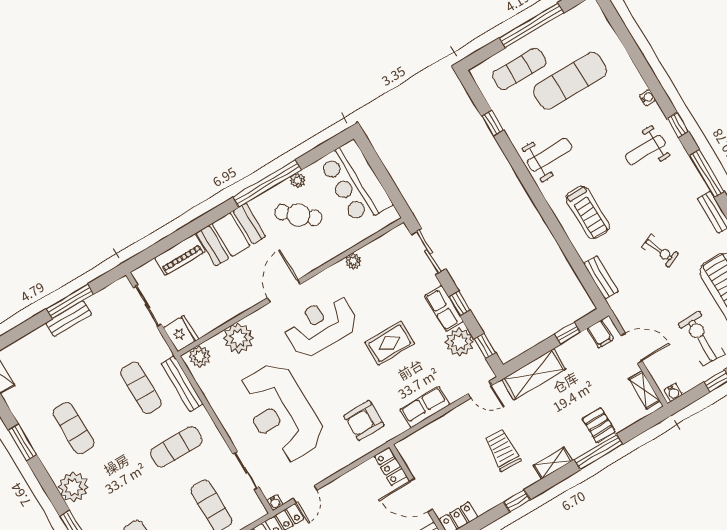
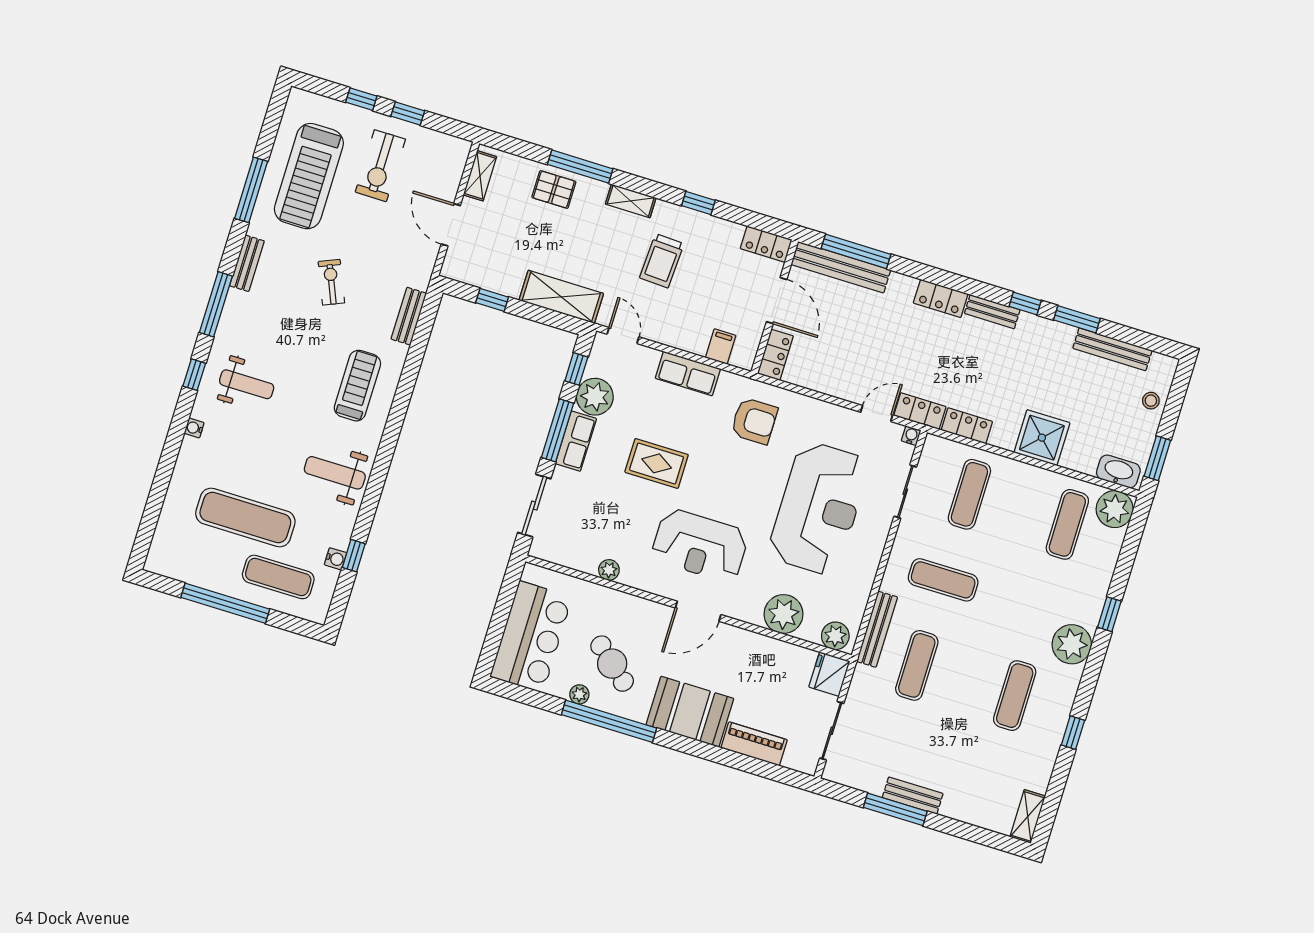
window: (459, 304) -> (557, 430), width x2.17
filing cabinet: (600, 334) -> (721, 346), moved
water cooler: (673, 392) -> (336, 559), moved, turned 90
pallet: (599, 425) -> (554, 189), turned 90
window: (22, 442) -> (1073, 733), width x0.67

